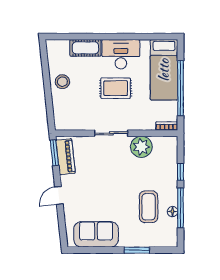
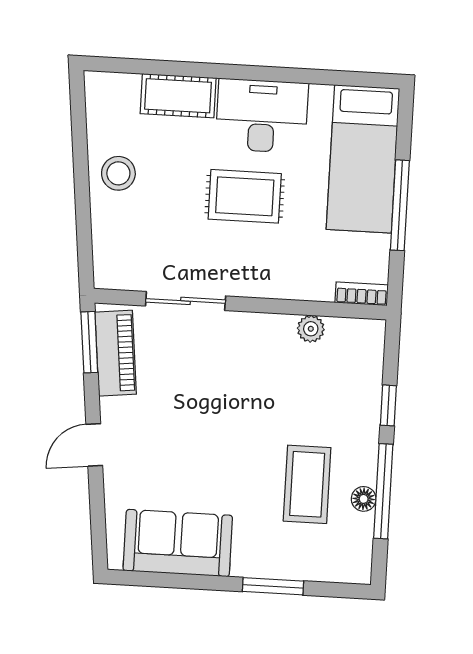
window: (181, 88) -> (400, 205), width x0.68
sliding door: (111, 133) -> (186, 301), moved
plant: (141, 147) -> (311, 329), width x0.53, depth x0.53

